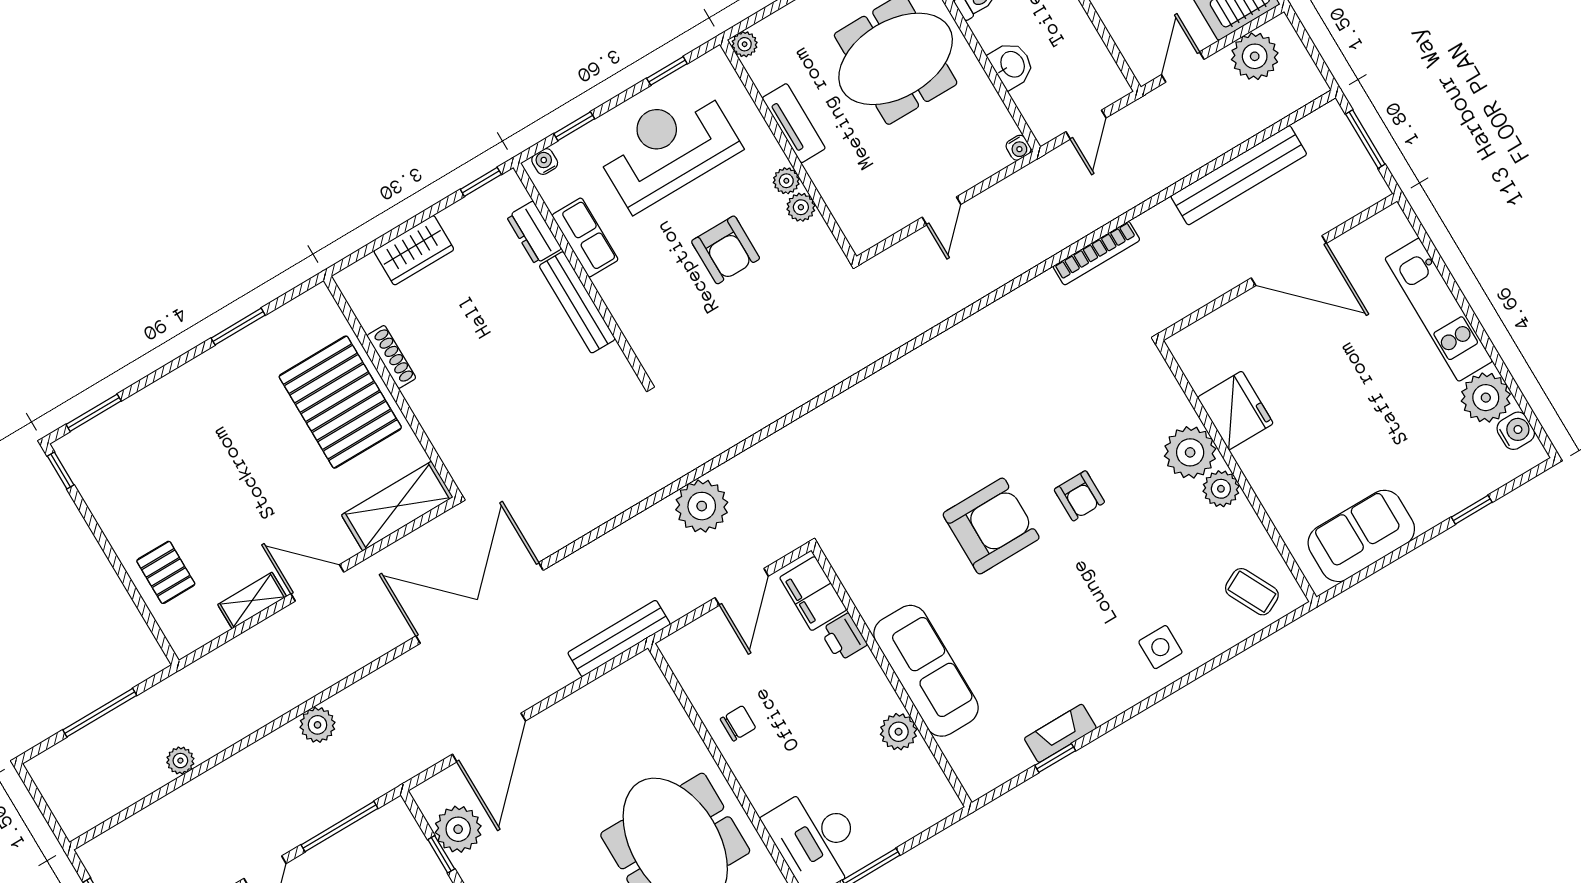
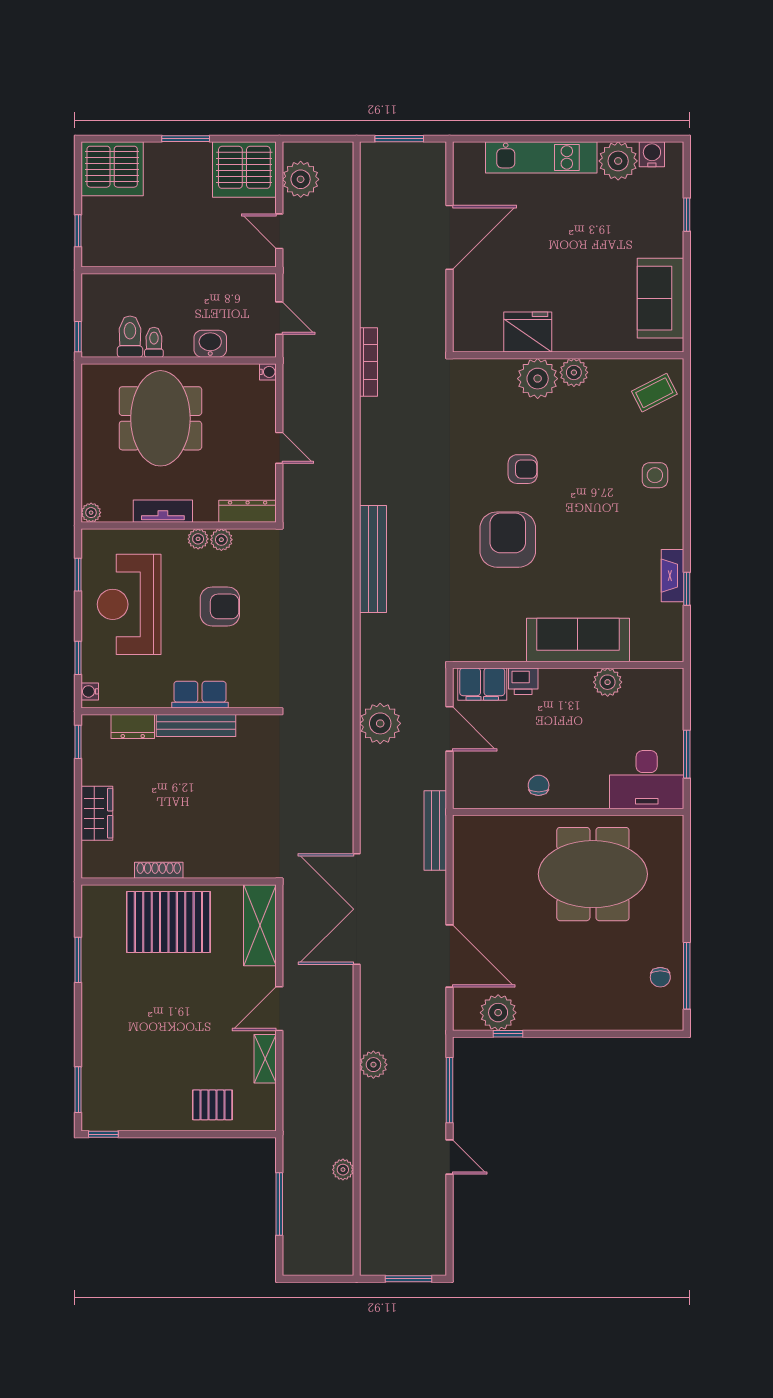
bench: (1239, 175) -> (373, 559), moved
dresser: (850, 218) -> (248, 511), added
row of seats: (585, 237) -> (200, 695), moved

